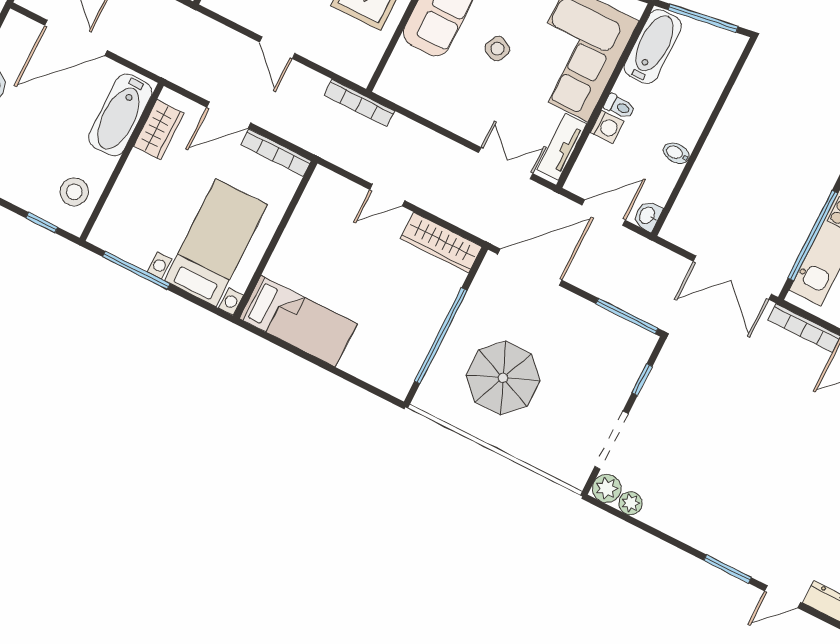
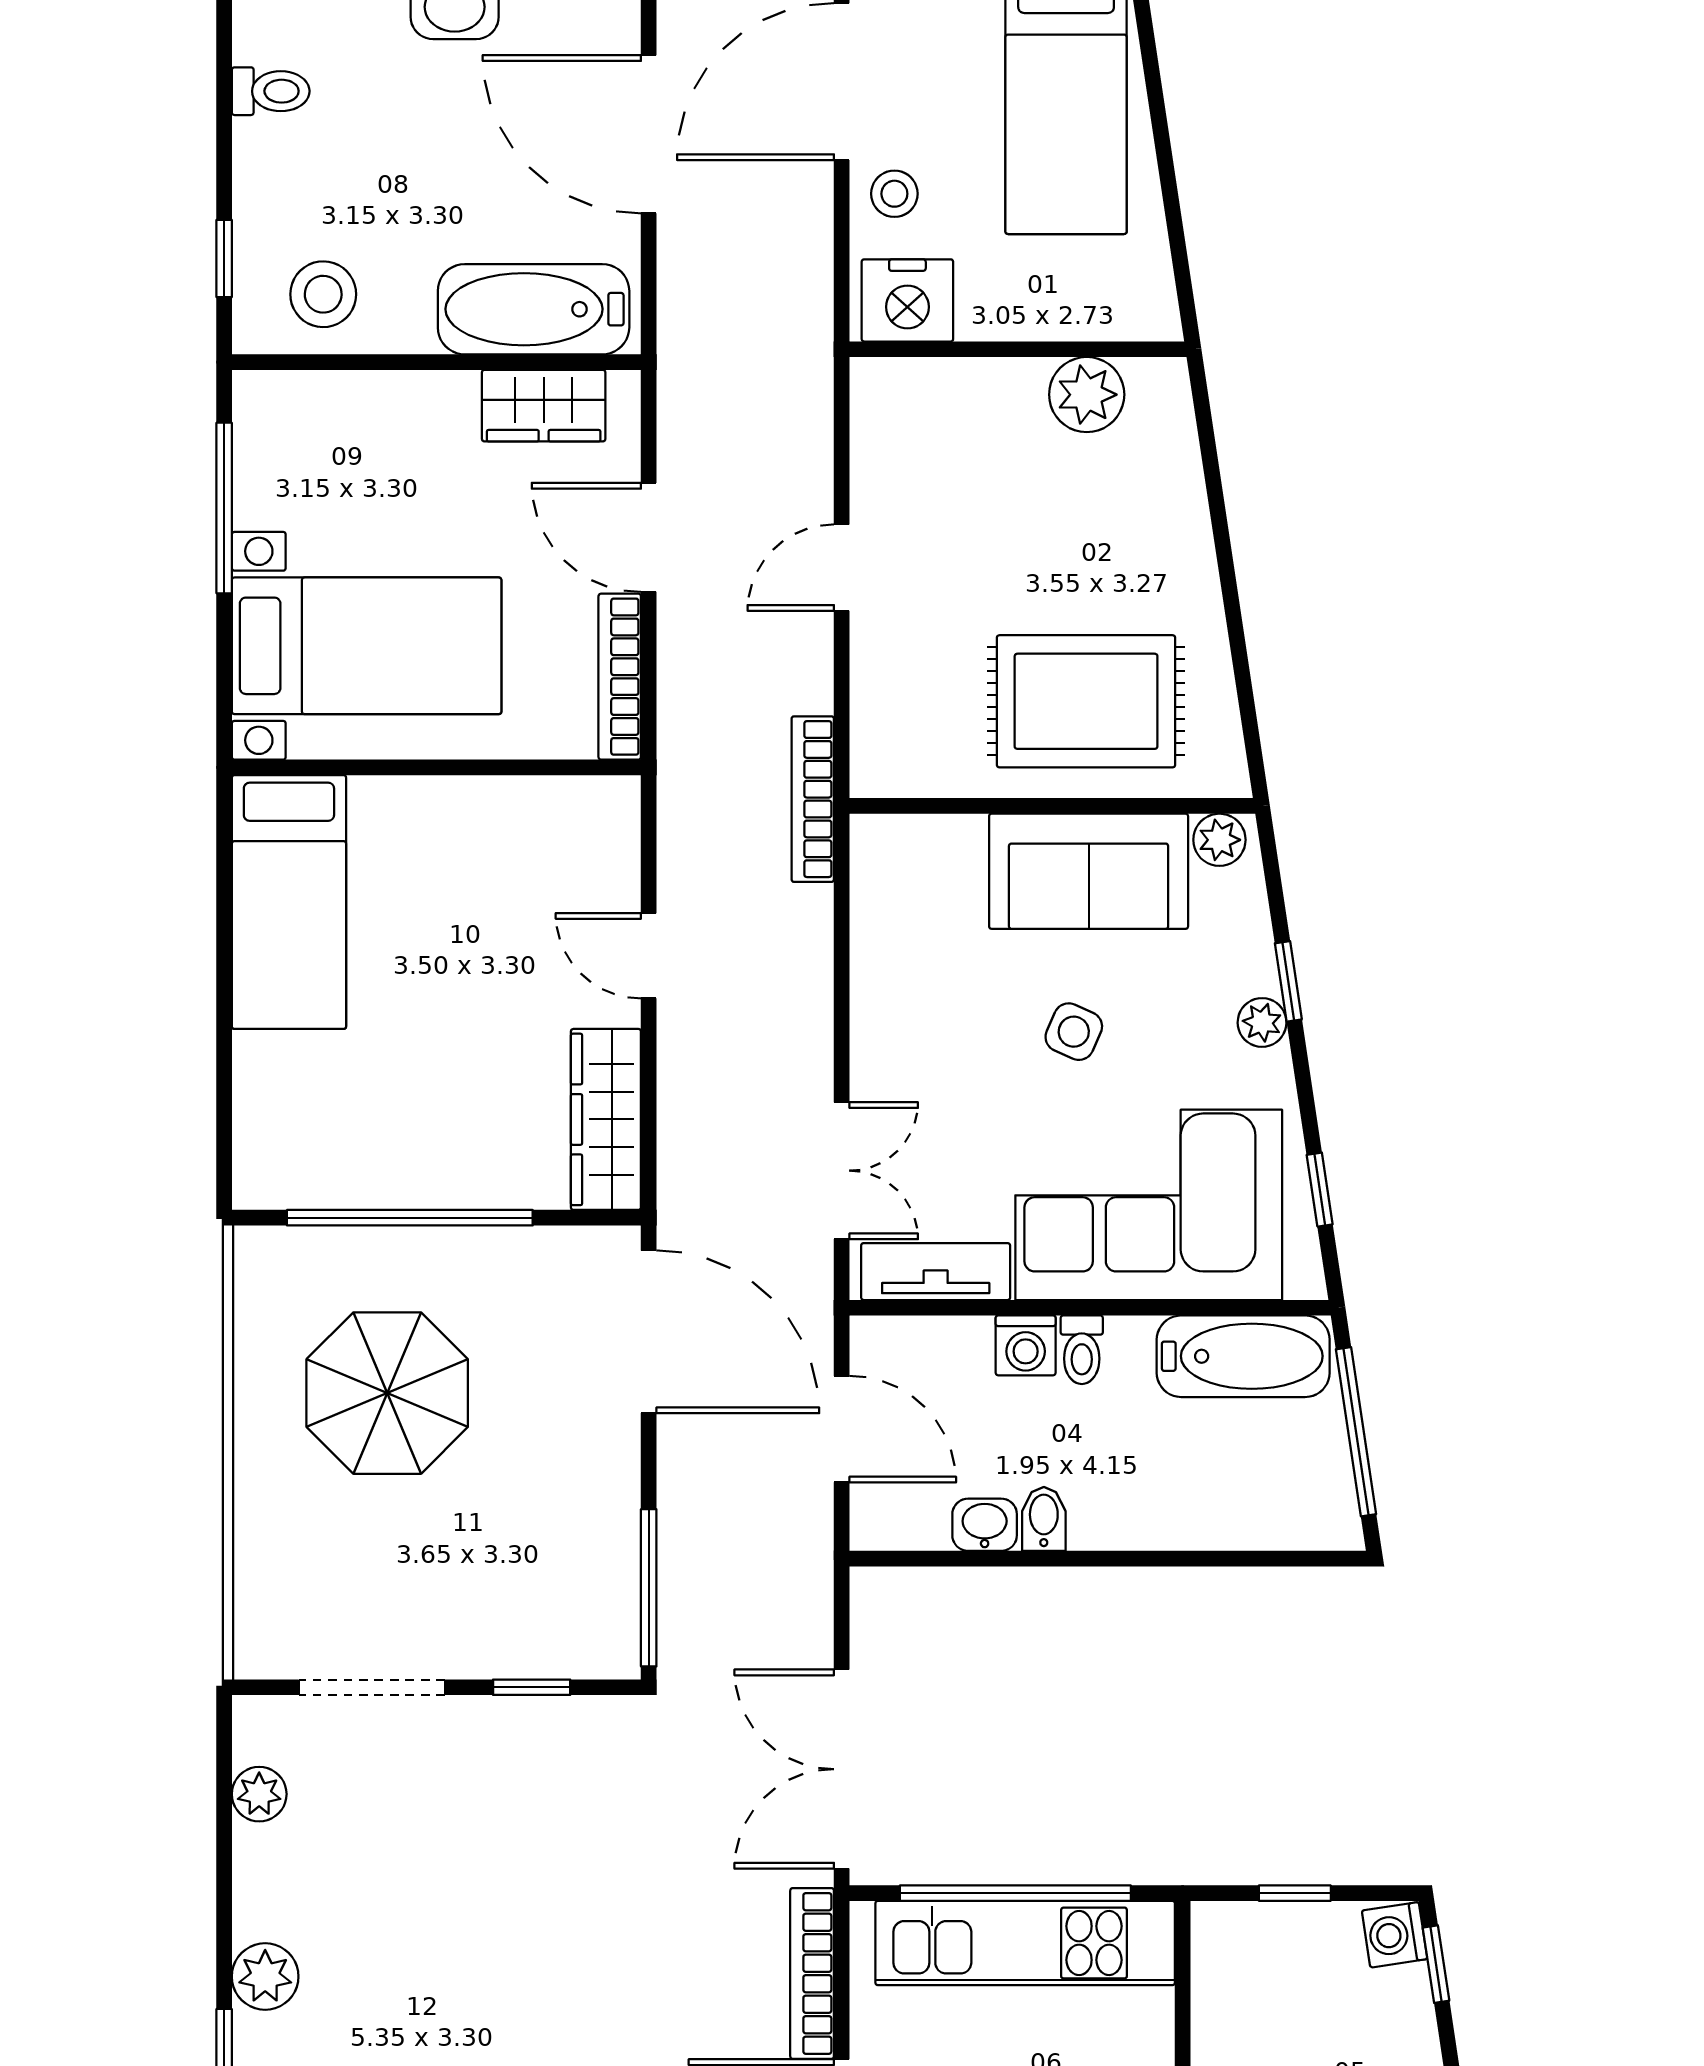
washbasin: (648, 216) -> (985, 1525), moved
plant: (607, 488) -> (265, 1977), moved

